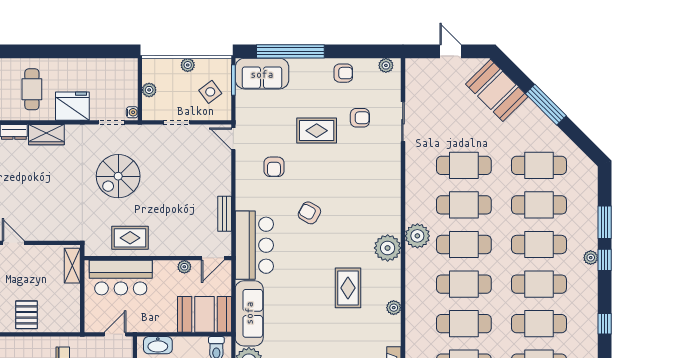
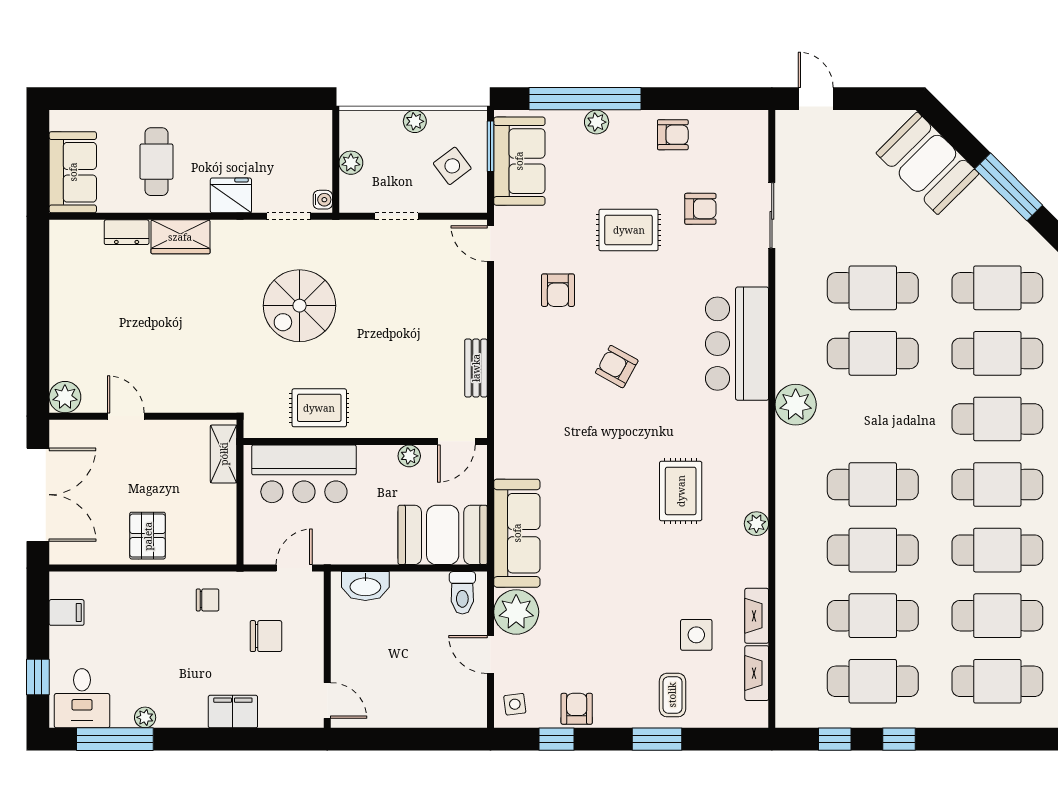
door: (450, 51) -> (816, 99), moved
plant: (386, 65) -> (597, 122), moved
sofa: (262, 74) -> (519, 161), moved, turned -90
fridge: (72, 106) -> (231, 195), width x0.73, depth x0.75
bar counter: (254, 245) -> (737, 344), moved, turned 180
cafe table: (464, 245) -> (873, 419), removed
plant: (388, 248) -> (746, 425), removed

